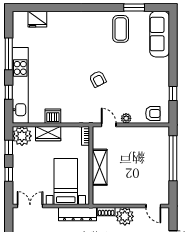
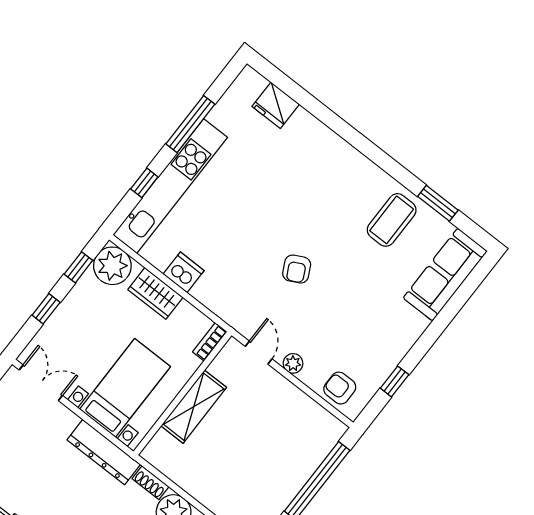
armchair: (153, 113) -> (340, 388), turned 180

